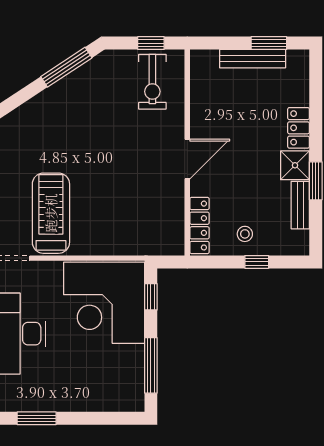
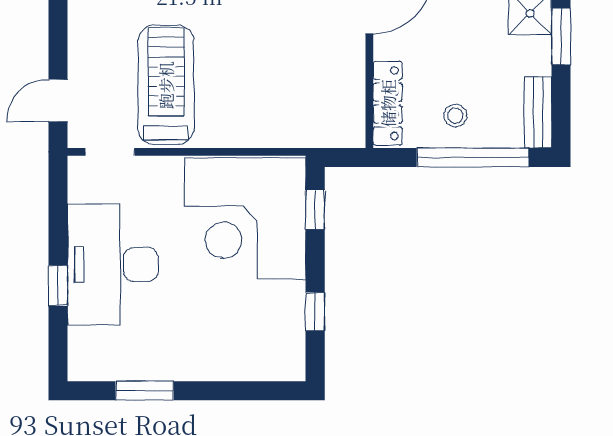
bench: (300, 205) -> (538, 113), moved
window: (257, 262) -> (473, 157), width x3.17
window: (151, 365) -> (315, 312), width x0.46

